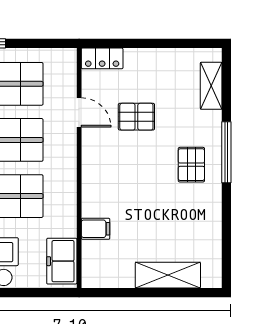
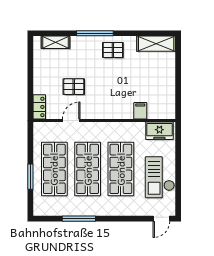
pallet: (136, 117) -> (74, 87), turned 90
pallet: (191, 165) -> (113, 50), moved
shelving: (168, 275) -> (156, 44), moved, turned 90

